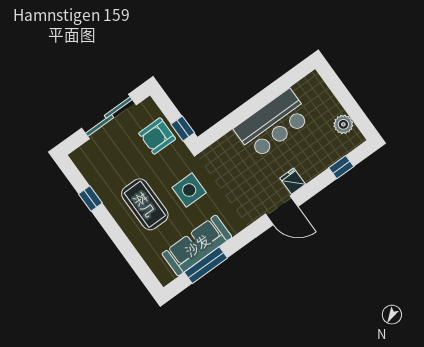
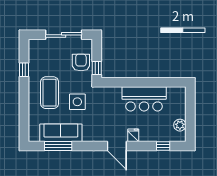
armchair: (157, 136) -> (81, 63), turned 90

